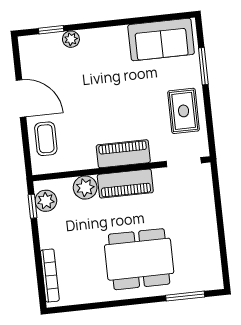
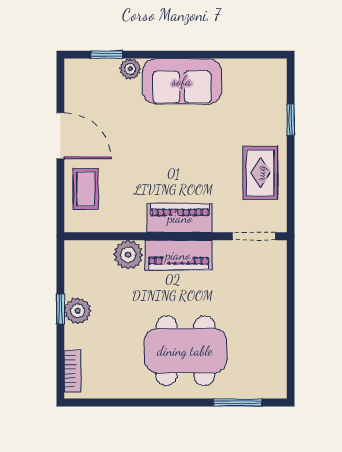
sofa: (161, 39) -> (182, 81), moved
window: (203, 66) -> (291, 120), width x0.67
plant: (46, 201) -> (78, 311), moved
window: (33, 206) -> (60, 309), moved
bookcase: (50, 276) -> (73, 371), width x0.64

